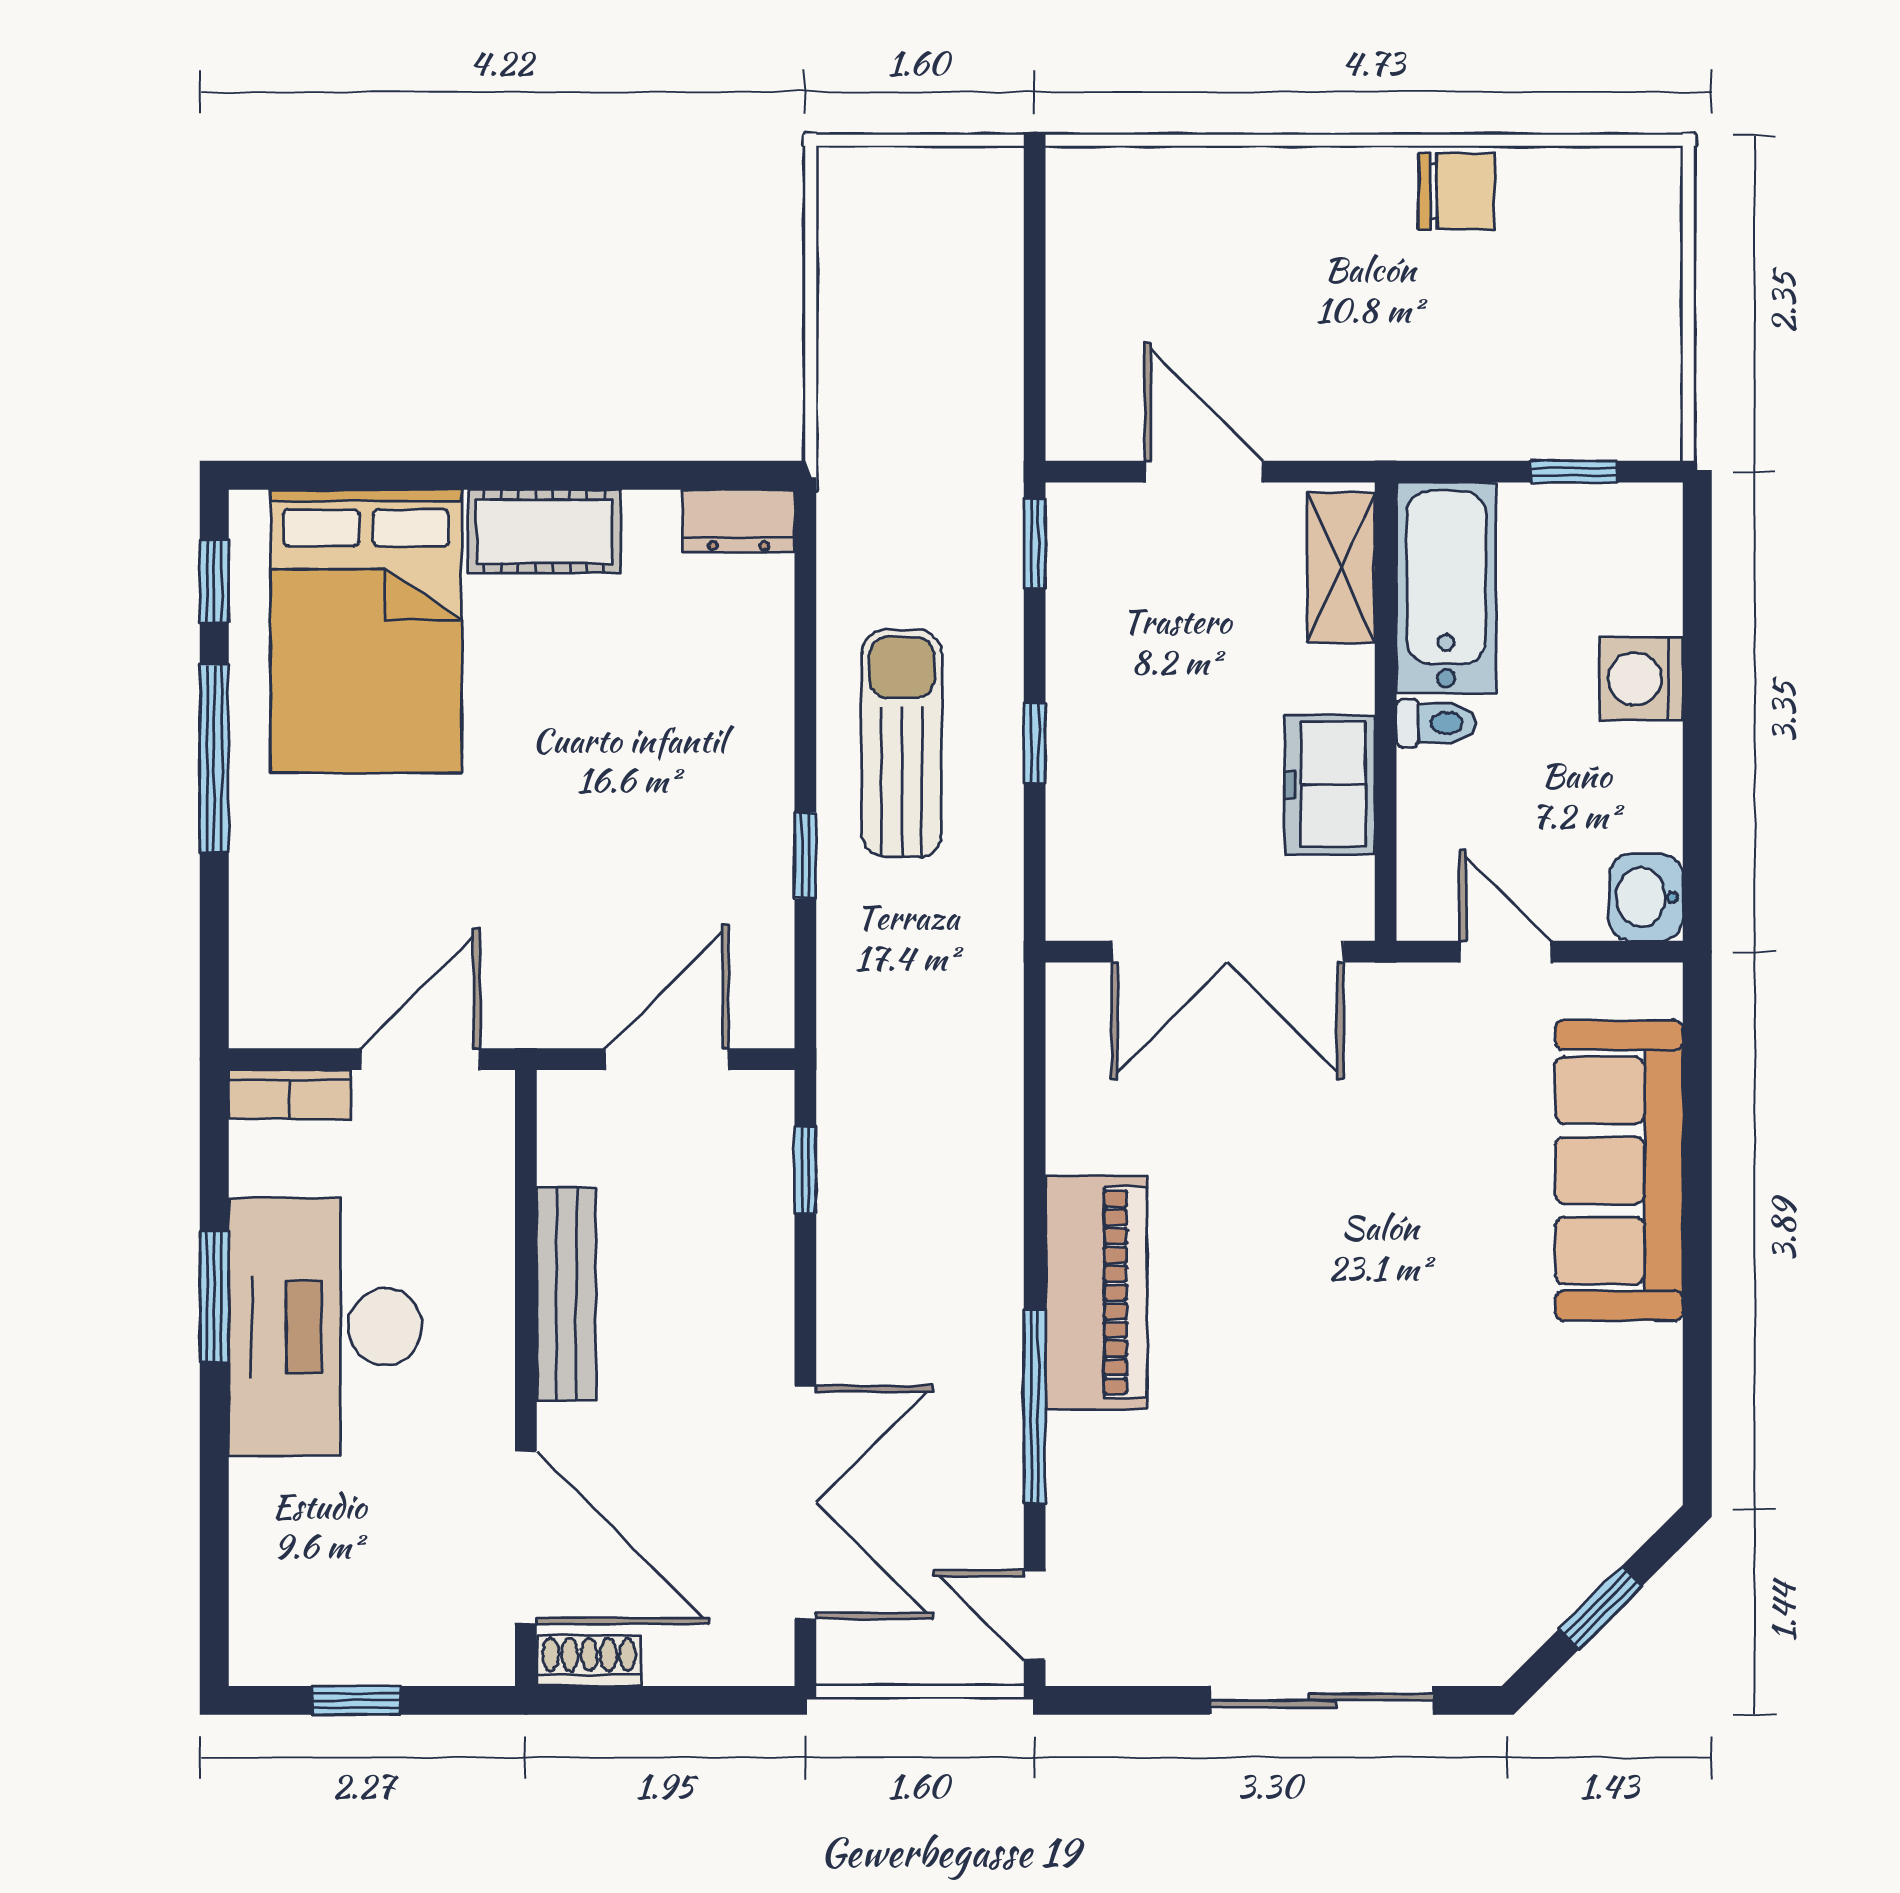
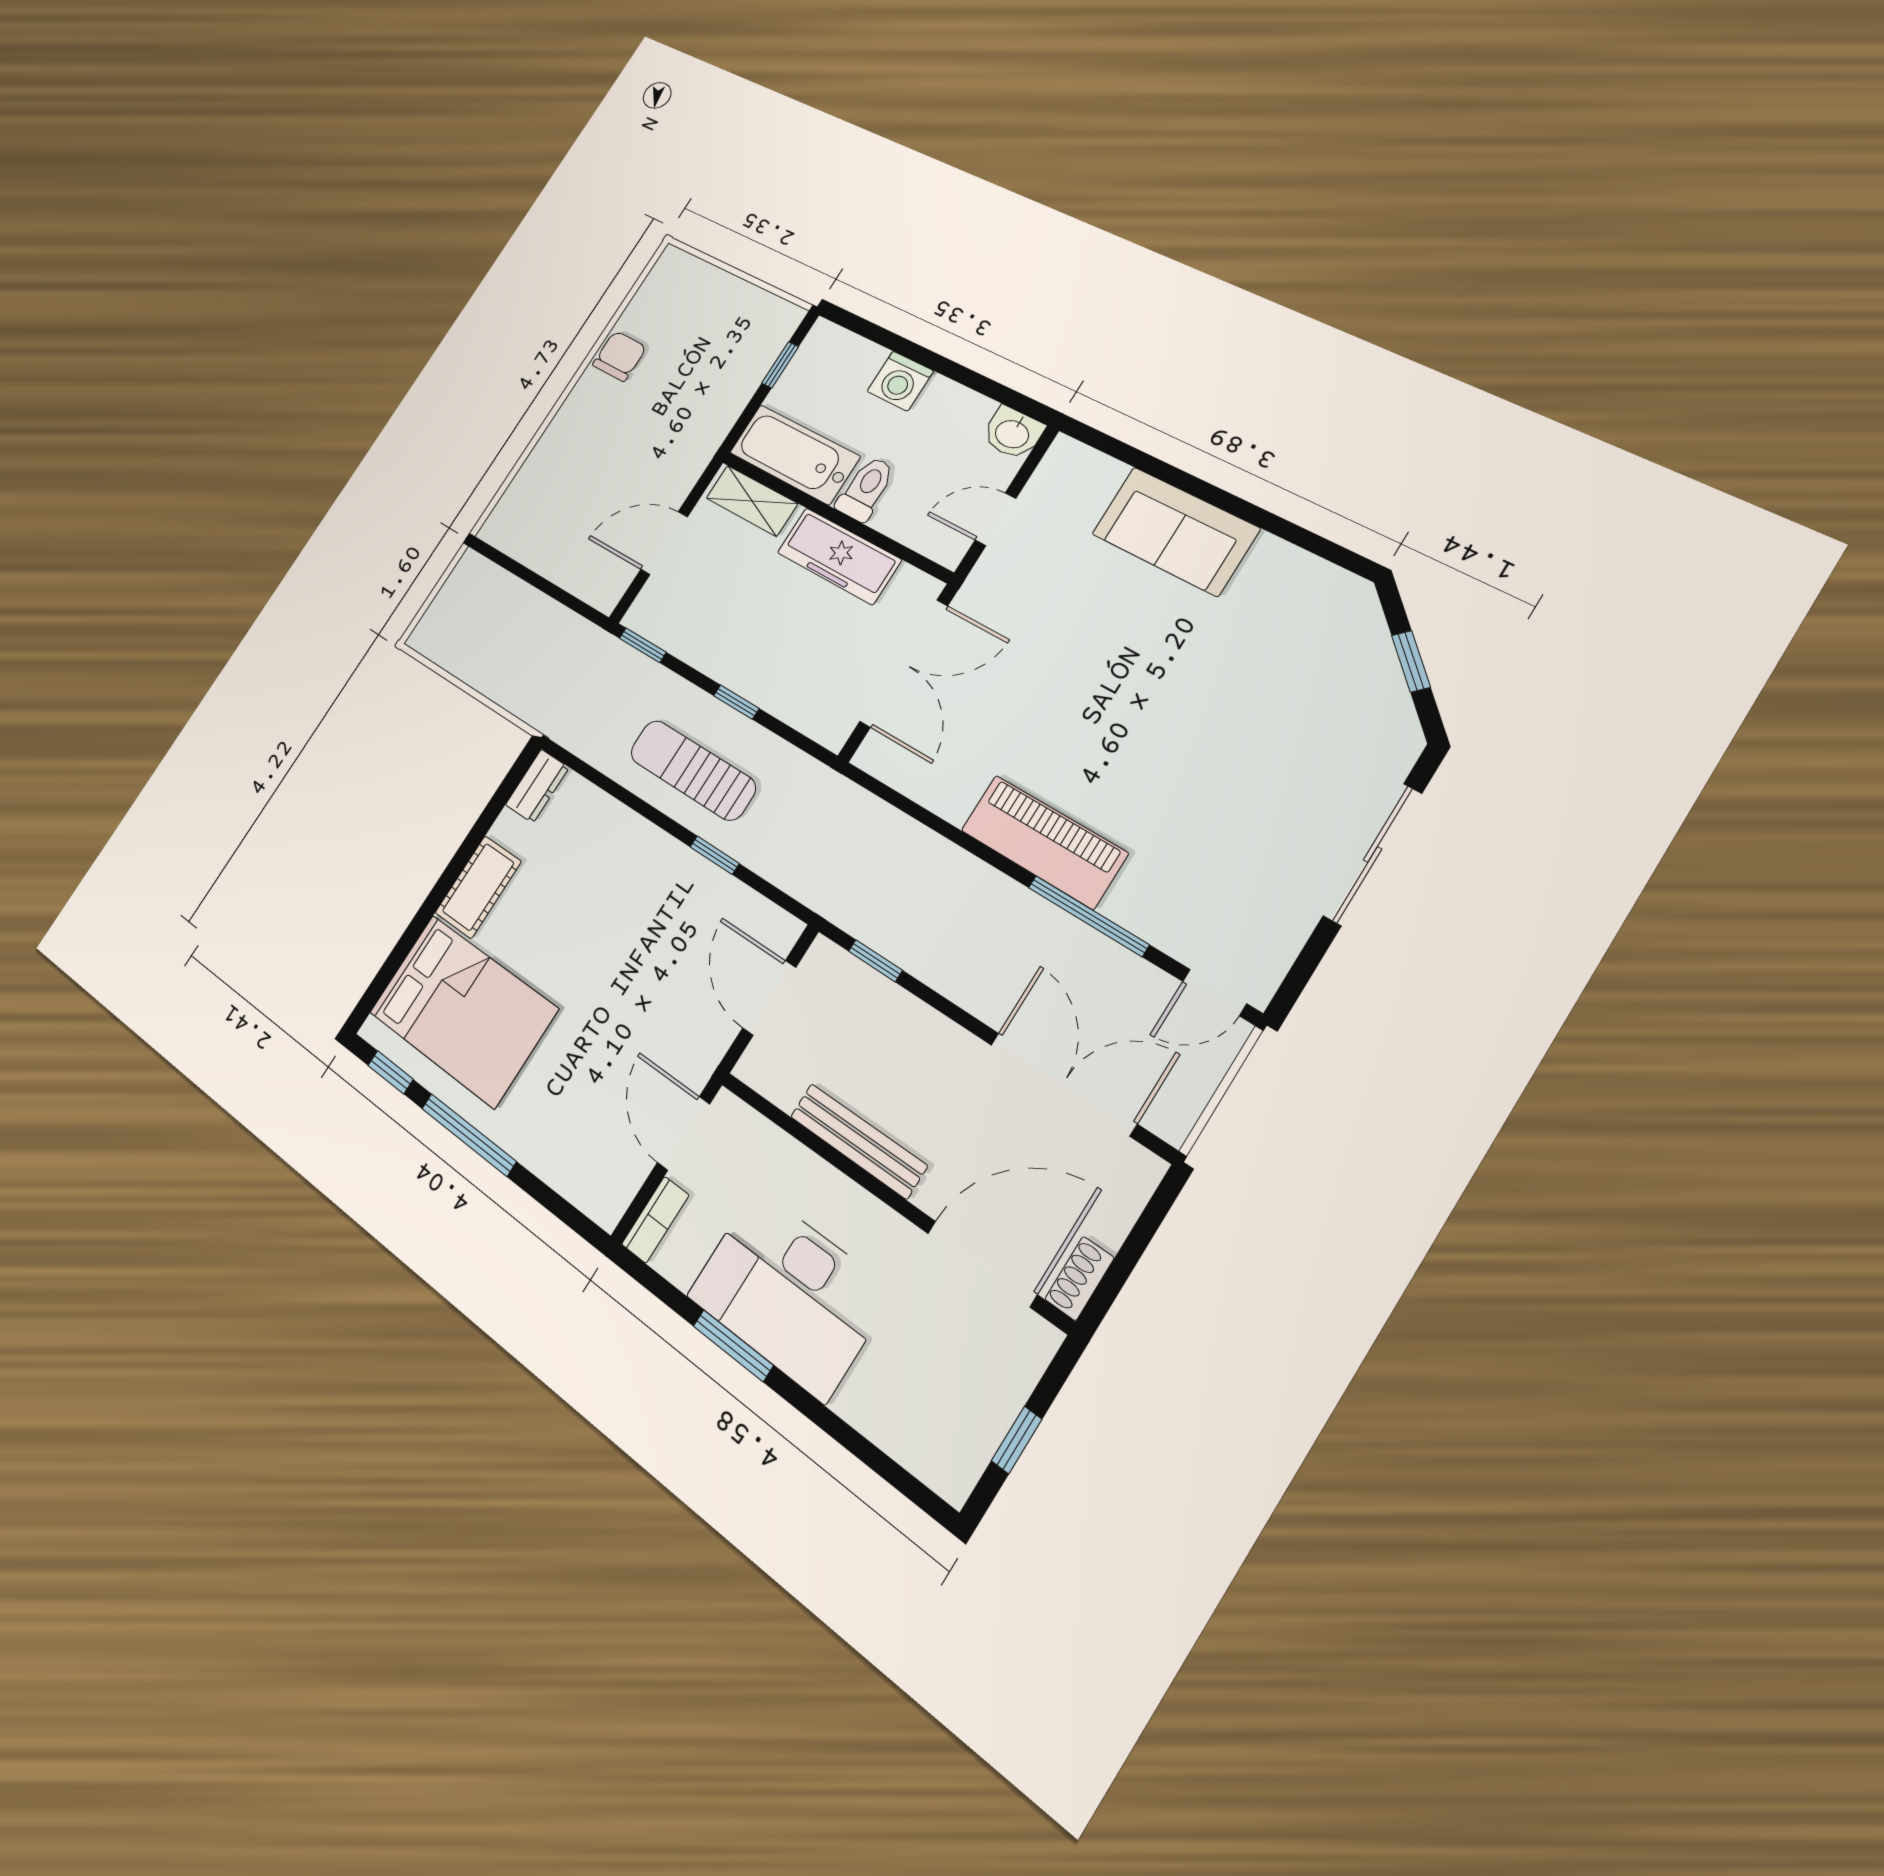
toilet: (1436, 723) -> (866, 489), width x1.37, depth x1.39
freezer: (1330, 785) -> (839, 556), width x1.40
sofa: (1619, 1170) -> (1175, 531), width x0.73

